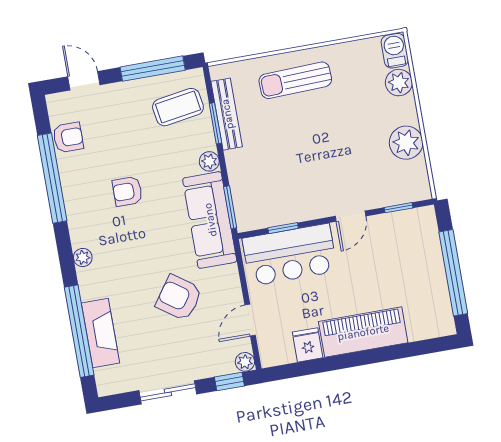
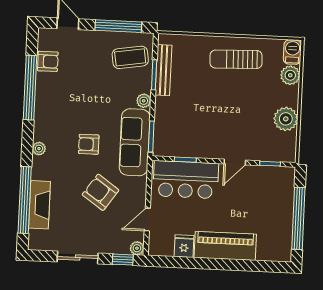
sun lounger: (295, 80) -> (236, 59), moved
armchair: (127, 191) -> (89, 144), moved

